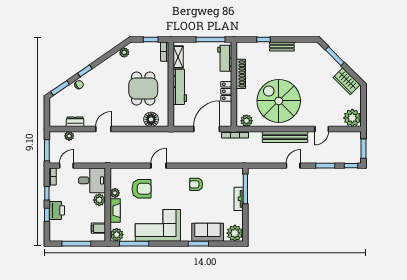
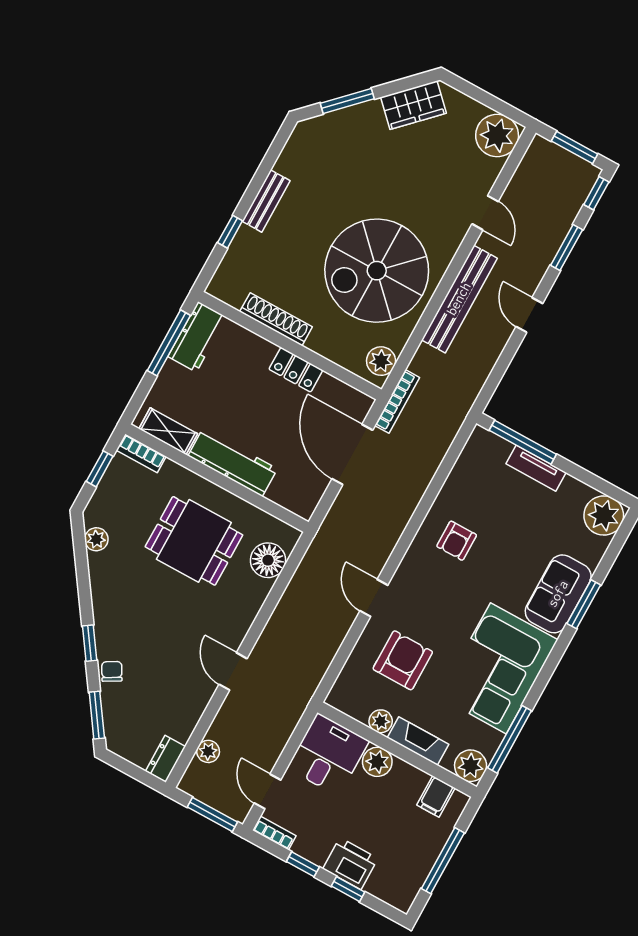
workbench: (225, 58) -> (197, 337), moved, turned -90
dresser: (75, 122) -> (165, 759), moved
sofa: (208, 232) -> (558, 594), moved

